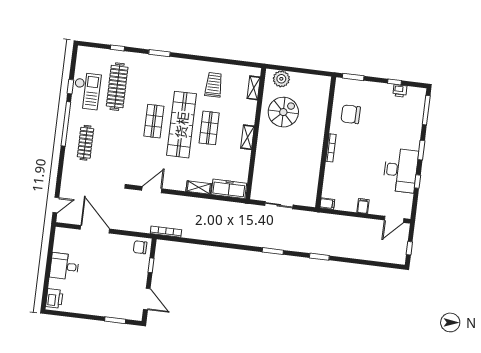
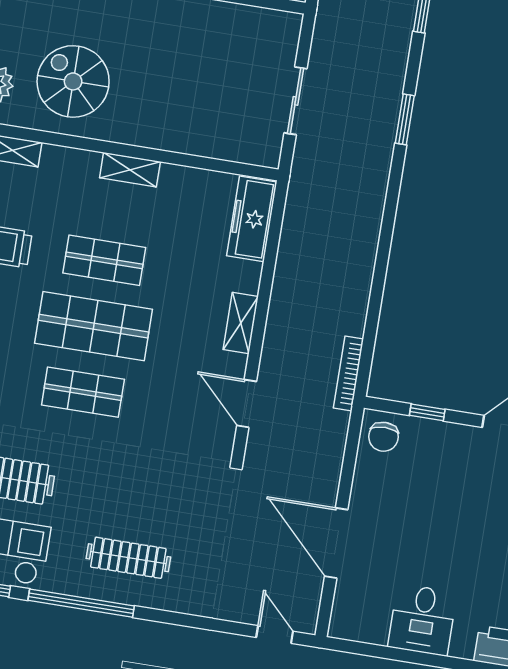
shop shelf: (182, 125) -> (94, 326), width x0.71
shelving: (199, 188) -> (241, 323), moved
door: (95, 229) -> (336, 543), hinge flipped

